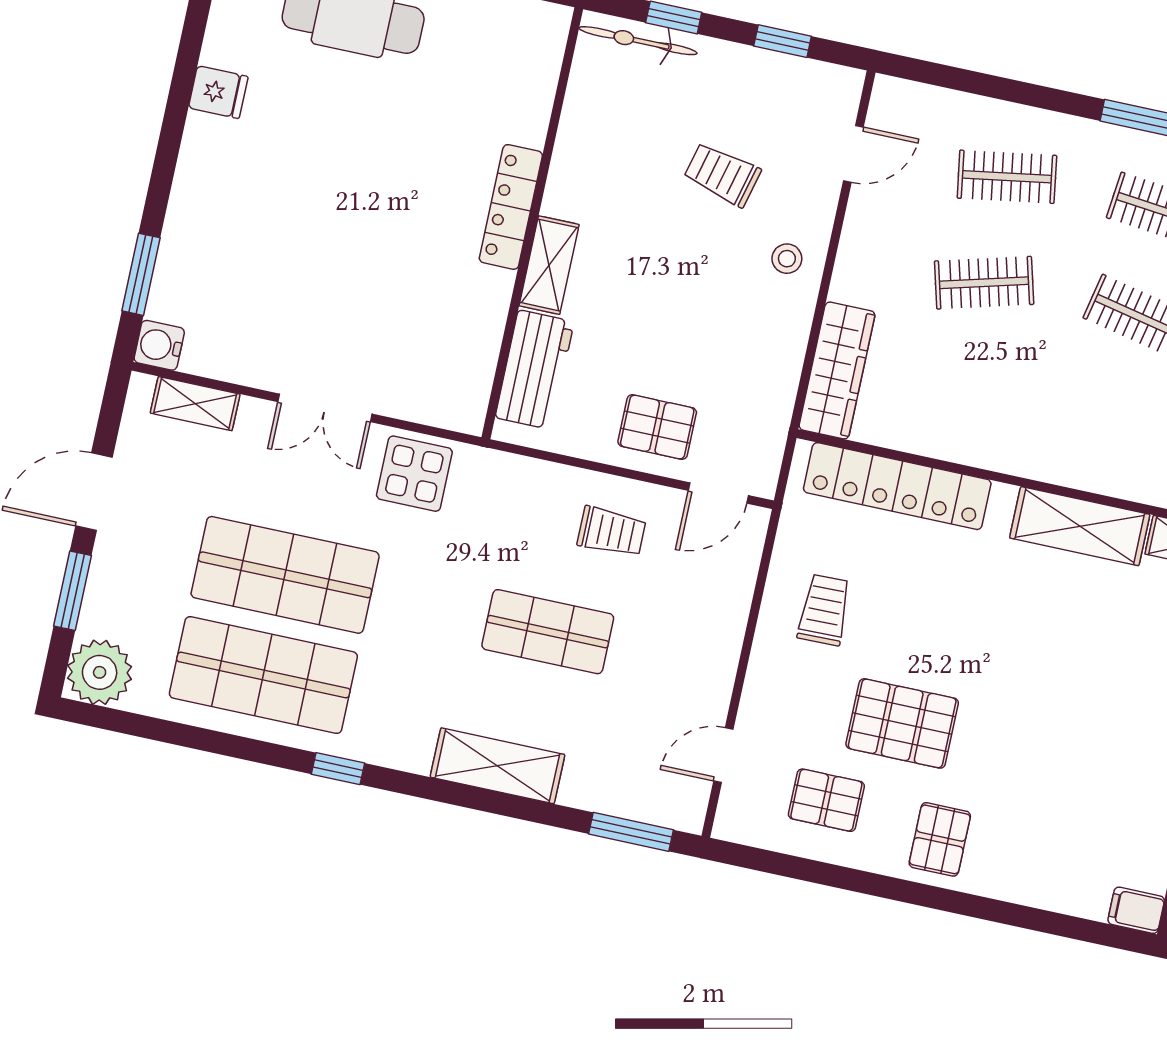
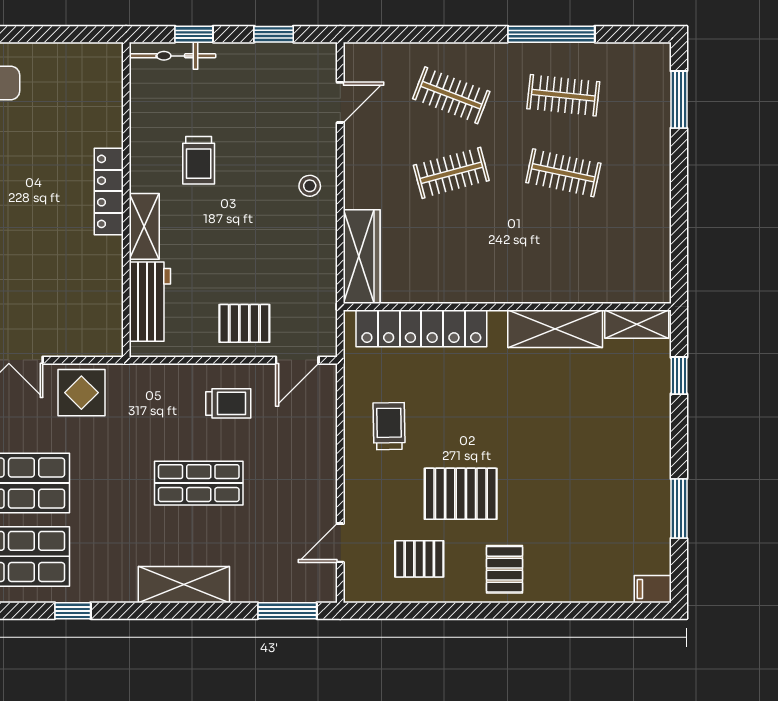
trolley: (722, 174) -> (199, 160), moved, turned -104
clothes rail: (1007, 177) -> (451, 95), turned 30

